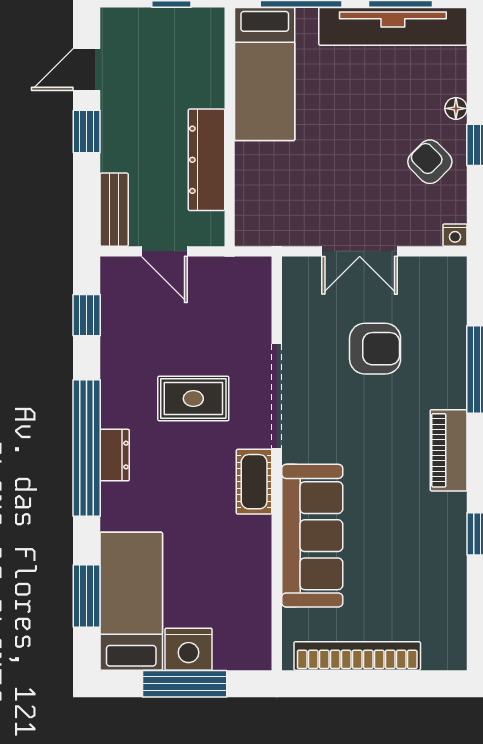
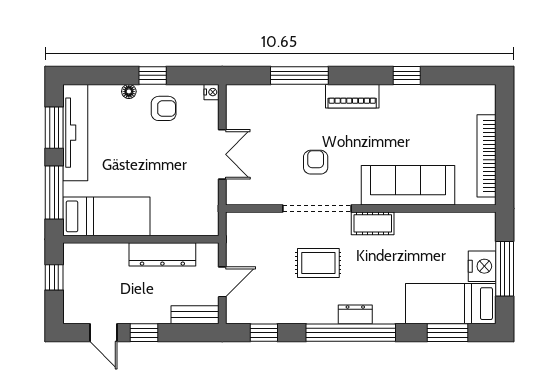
armchair: (430, 162) -> (164, 108), turned -135
armchair: (375, 349) -> (316, 162), moved, width x0.72, depth x0.72
rug: (193, 399) -> (318, 263), turned 90

